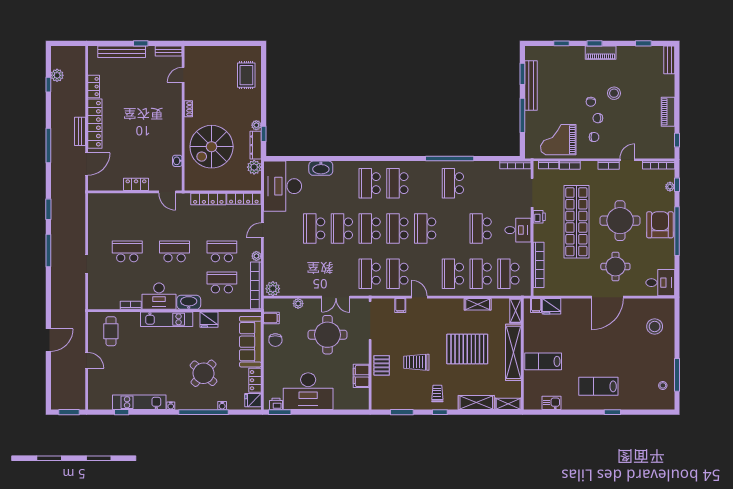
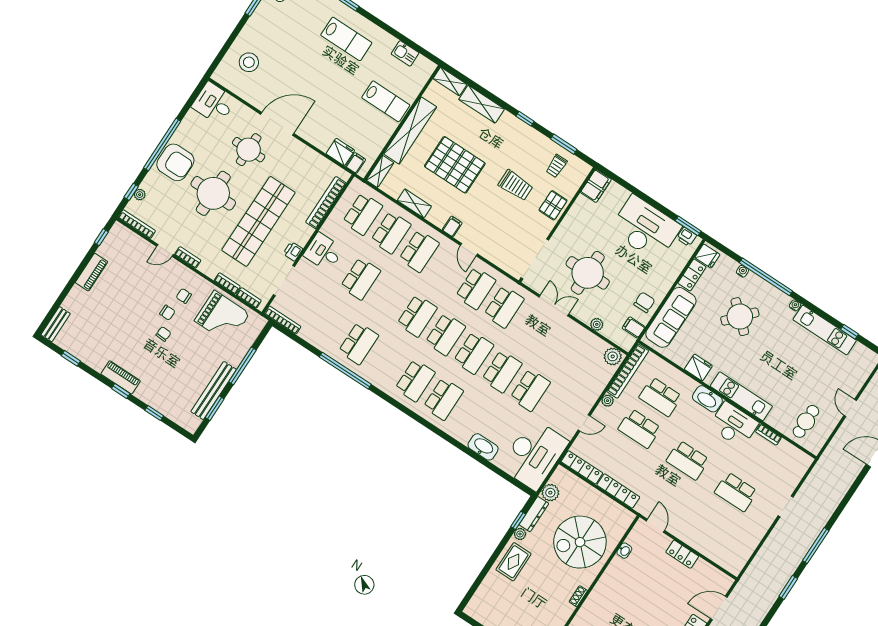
rug: (246, 75) -> (514, 562), moved
stool: (614, 93) -> (134, 327), removed
spiral stairs: (212, 147) -> (580, 542), turned 180
armchair: (660, 225) -> (175, 162), turned -90
filing cabinet: (400, 306) -> (452, 226), moved
filing cabinet: (361, 376) -> (596, 186), moved
trolley: (437, 393) -> (556, 166), moved

